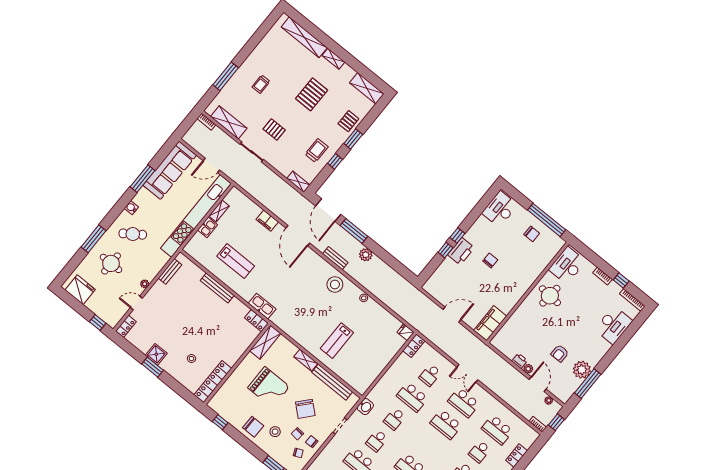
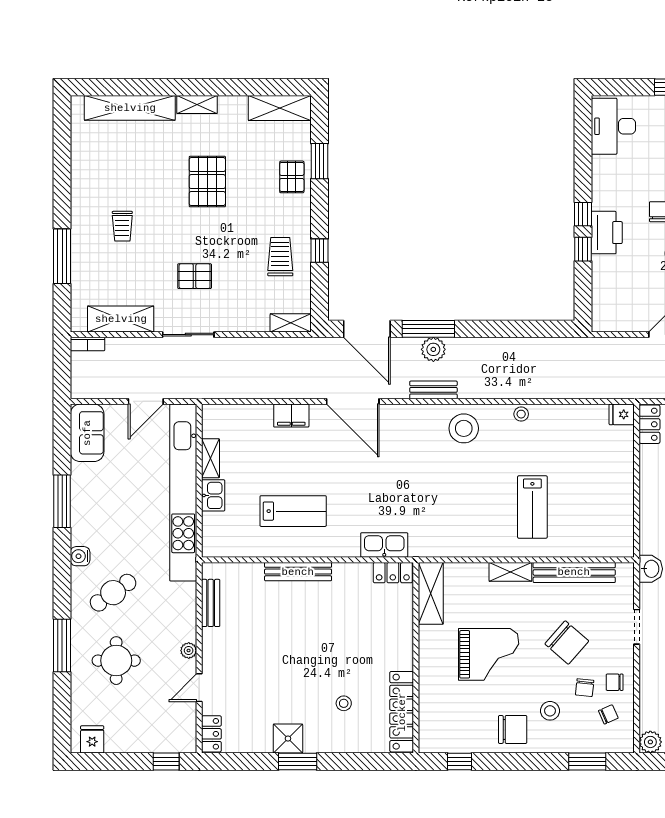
window: (353, 139) -> (320, 161), moved
sofa: (170, 170) -> (87, 433), width x0.54, depth x0.79
plant: (366, 255) -> (433, 349), moved
fridge: (80, 290) -> (92, 739), width x0.53, depth x0.75

